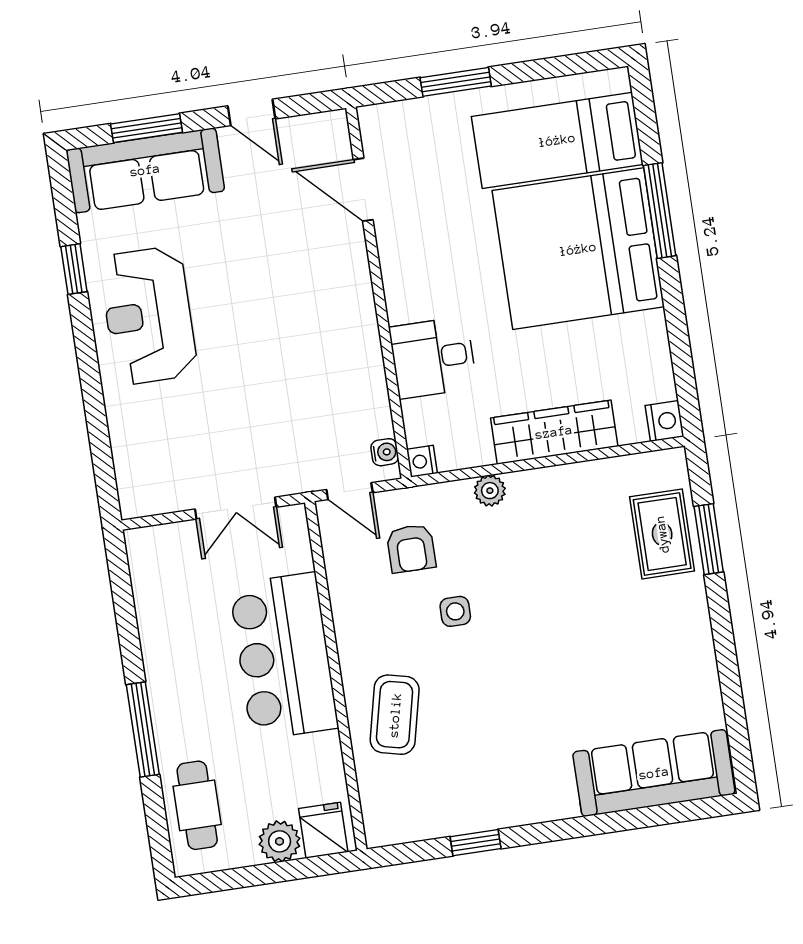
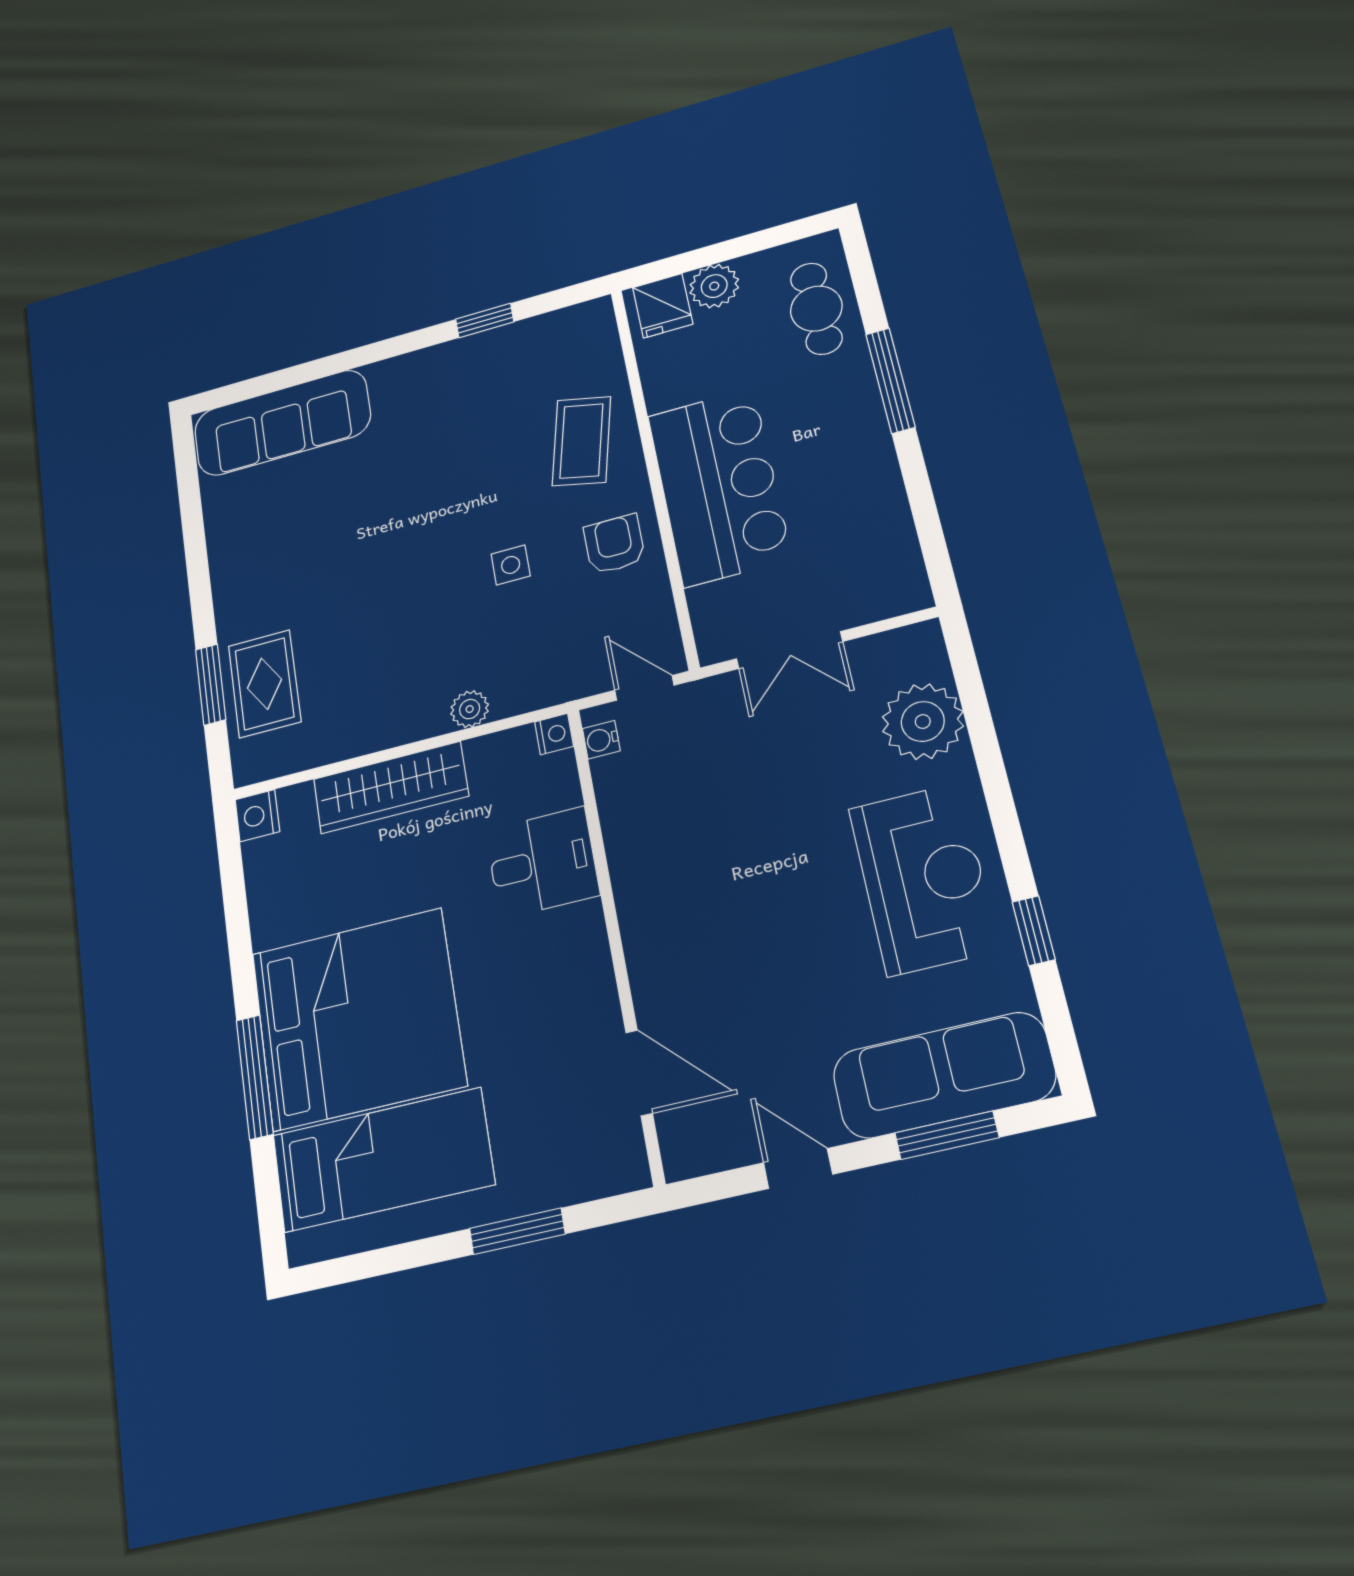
plant: (140, 438) -> (923, 721), added
double door: (236, 508) -> (789, 650), swing flipped
armchair: (411, 548) -> (614, 544), moved

